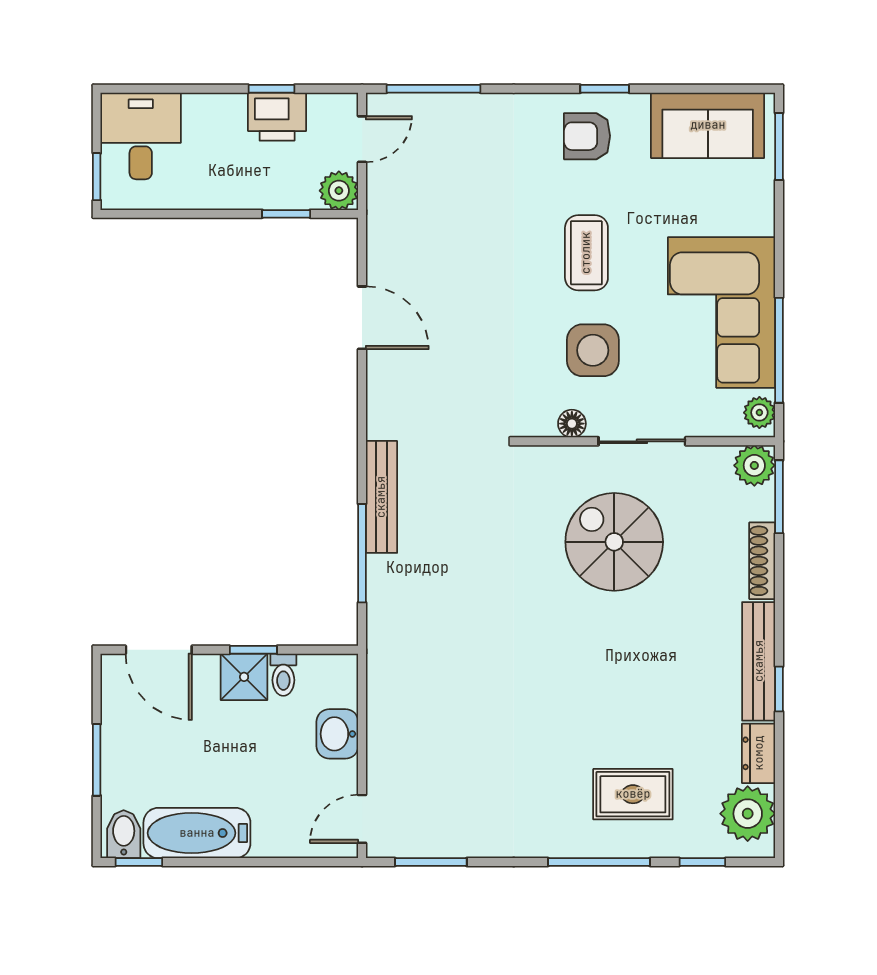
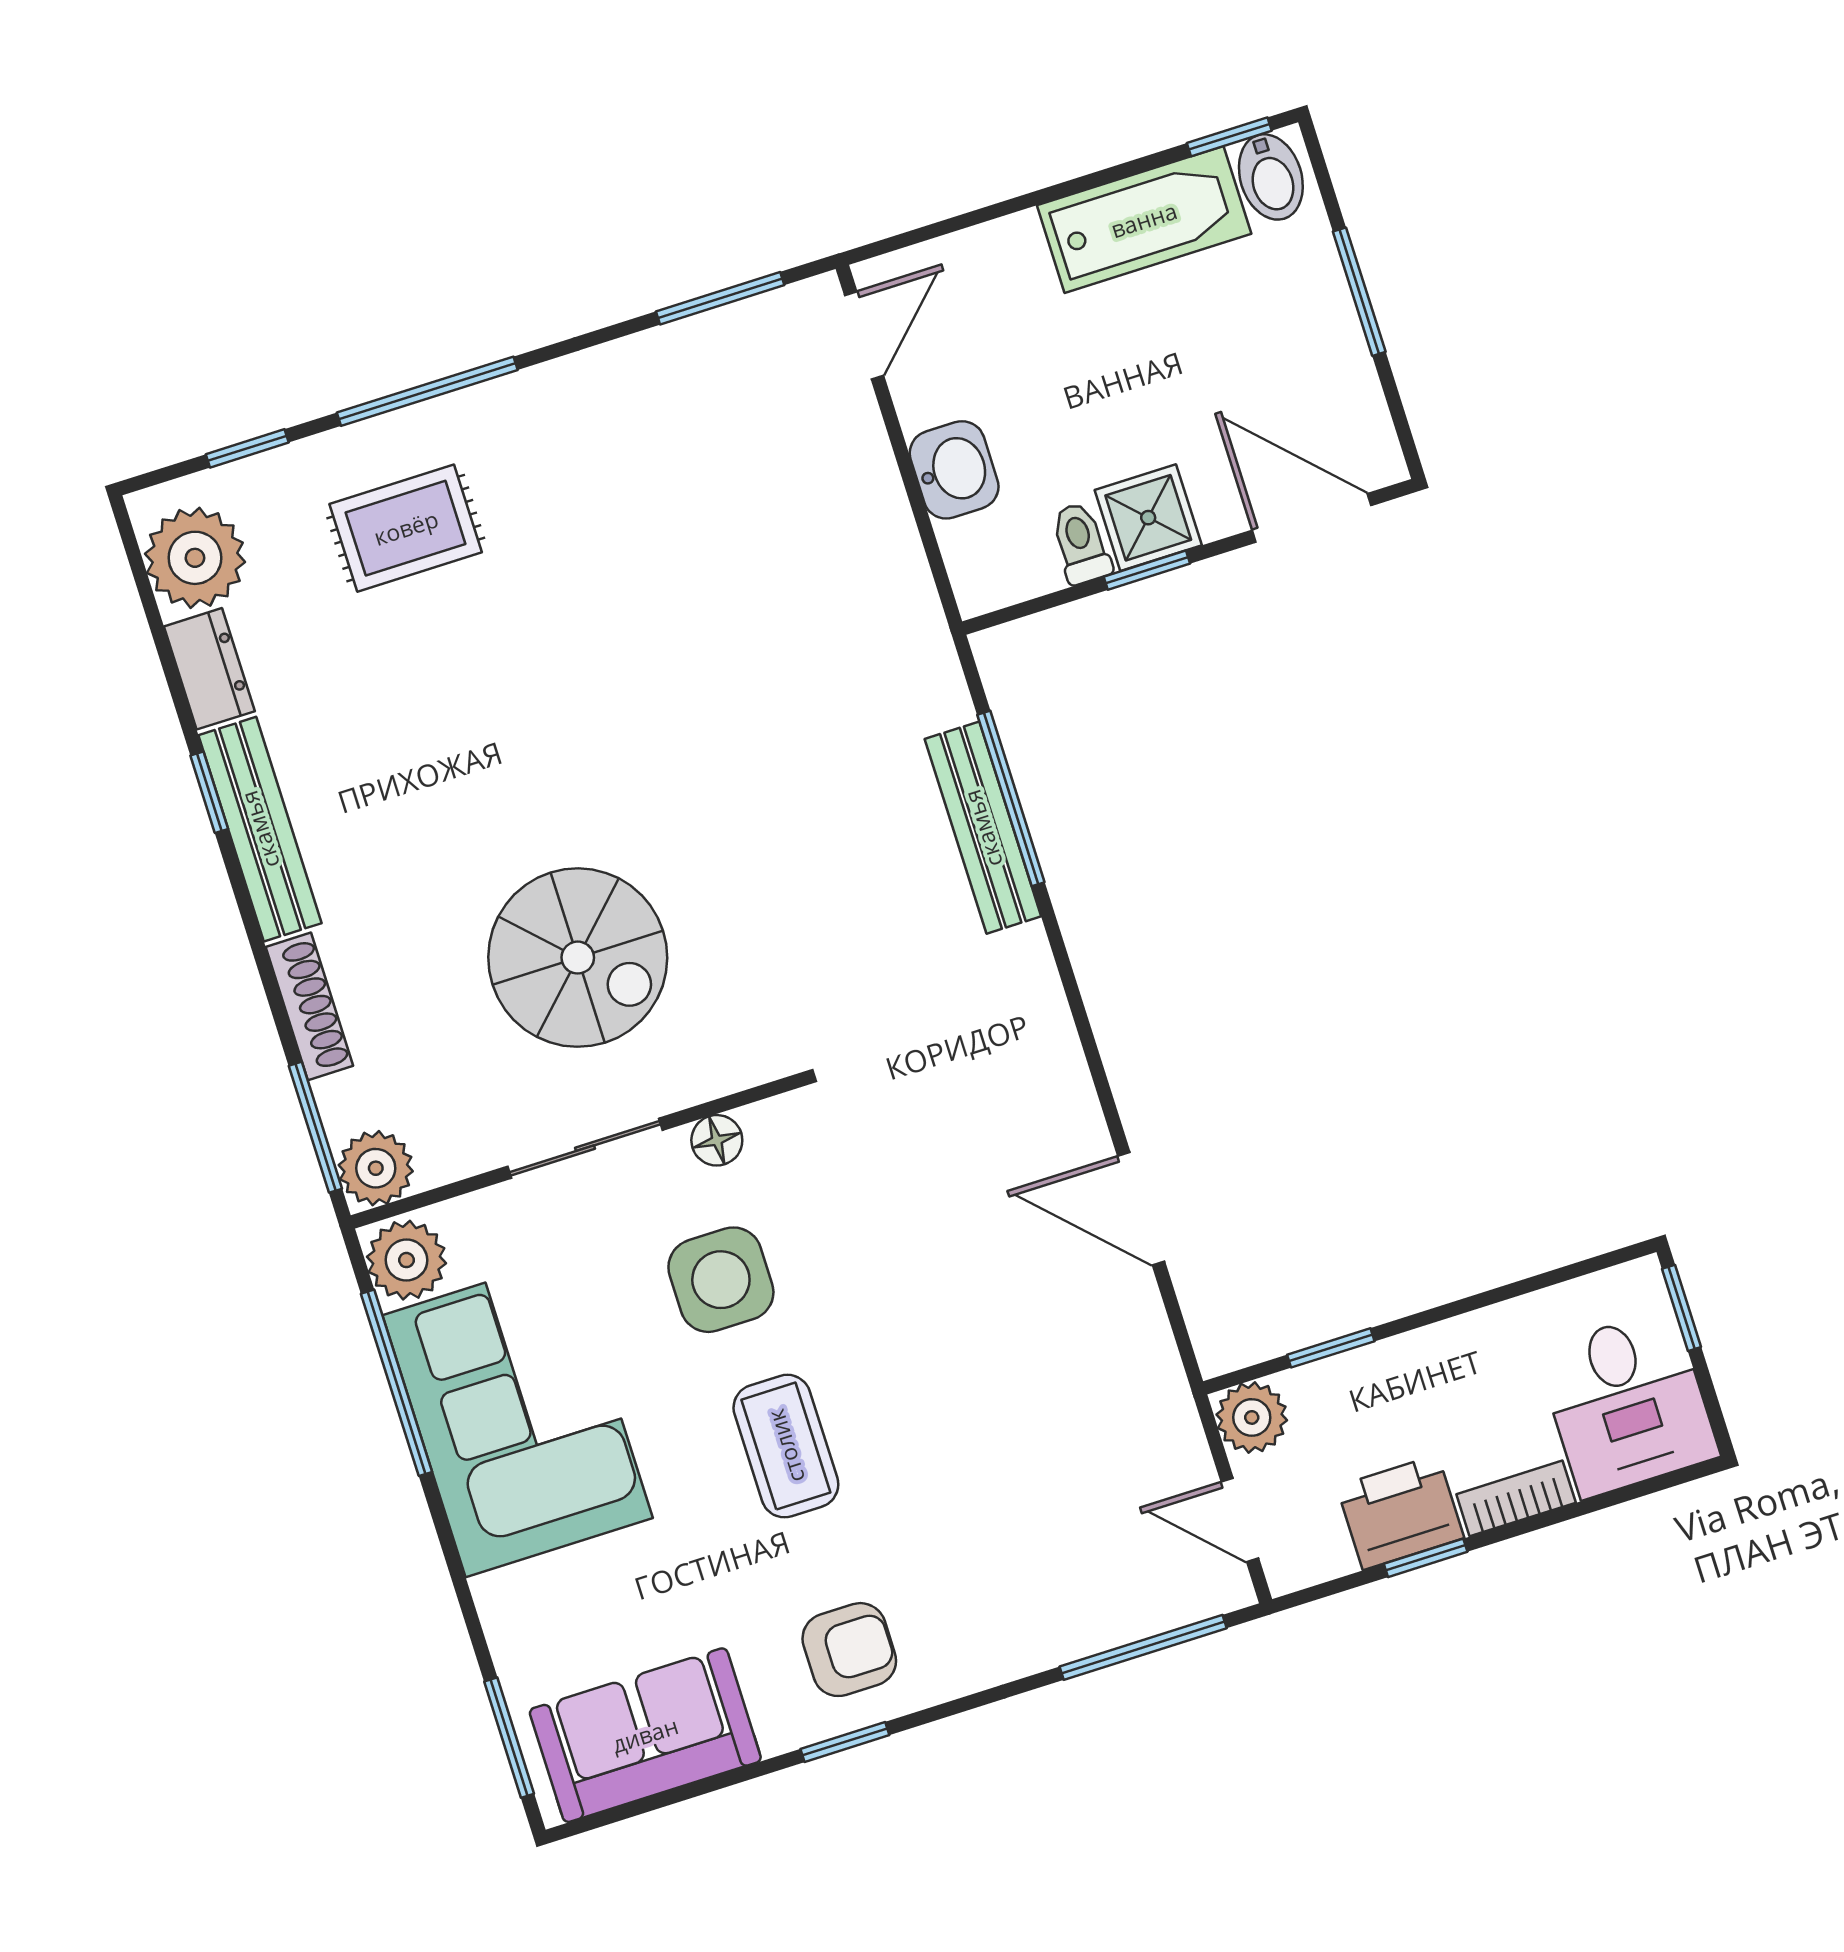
bookcase: (214, 105) -> (1516, 1498), added
door: (362, 139) -> (1240, 1520), hinge flipped
plant: (759, 413) -> (406, 1260), width x1.38, depth x1.38
bench: (381, 497) -> (983, 828), moved

